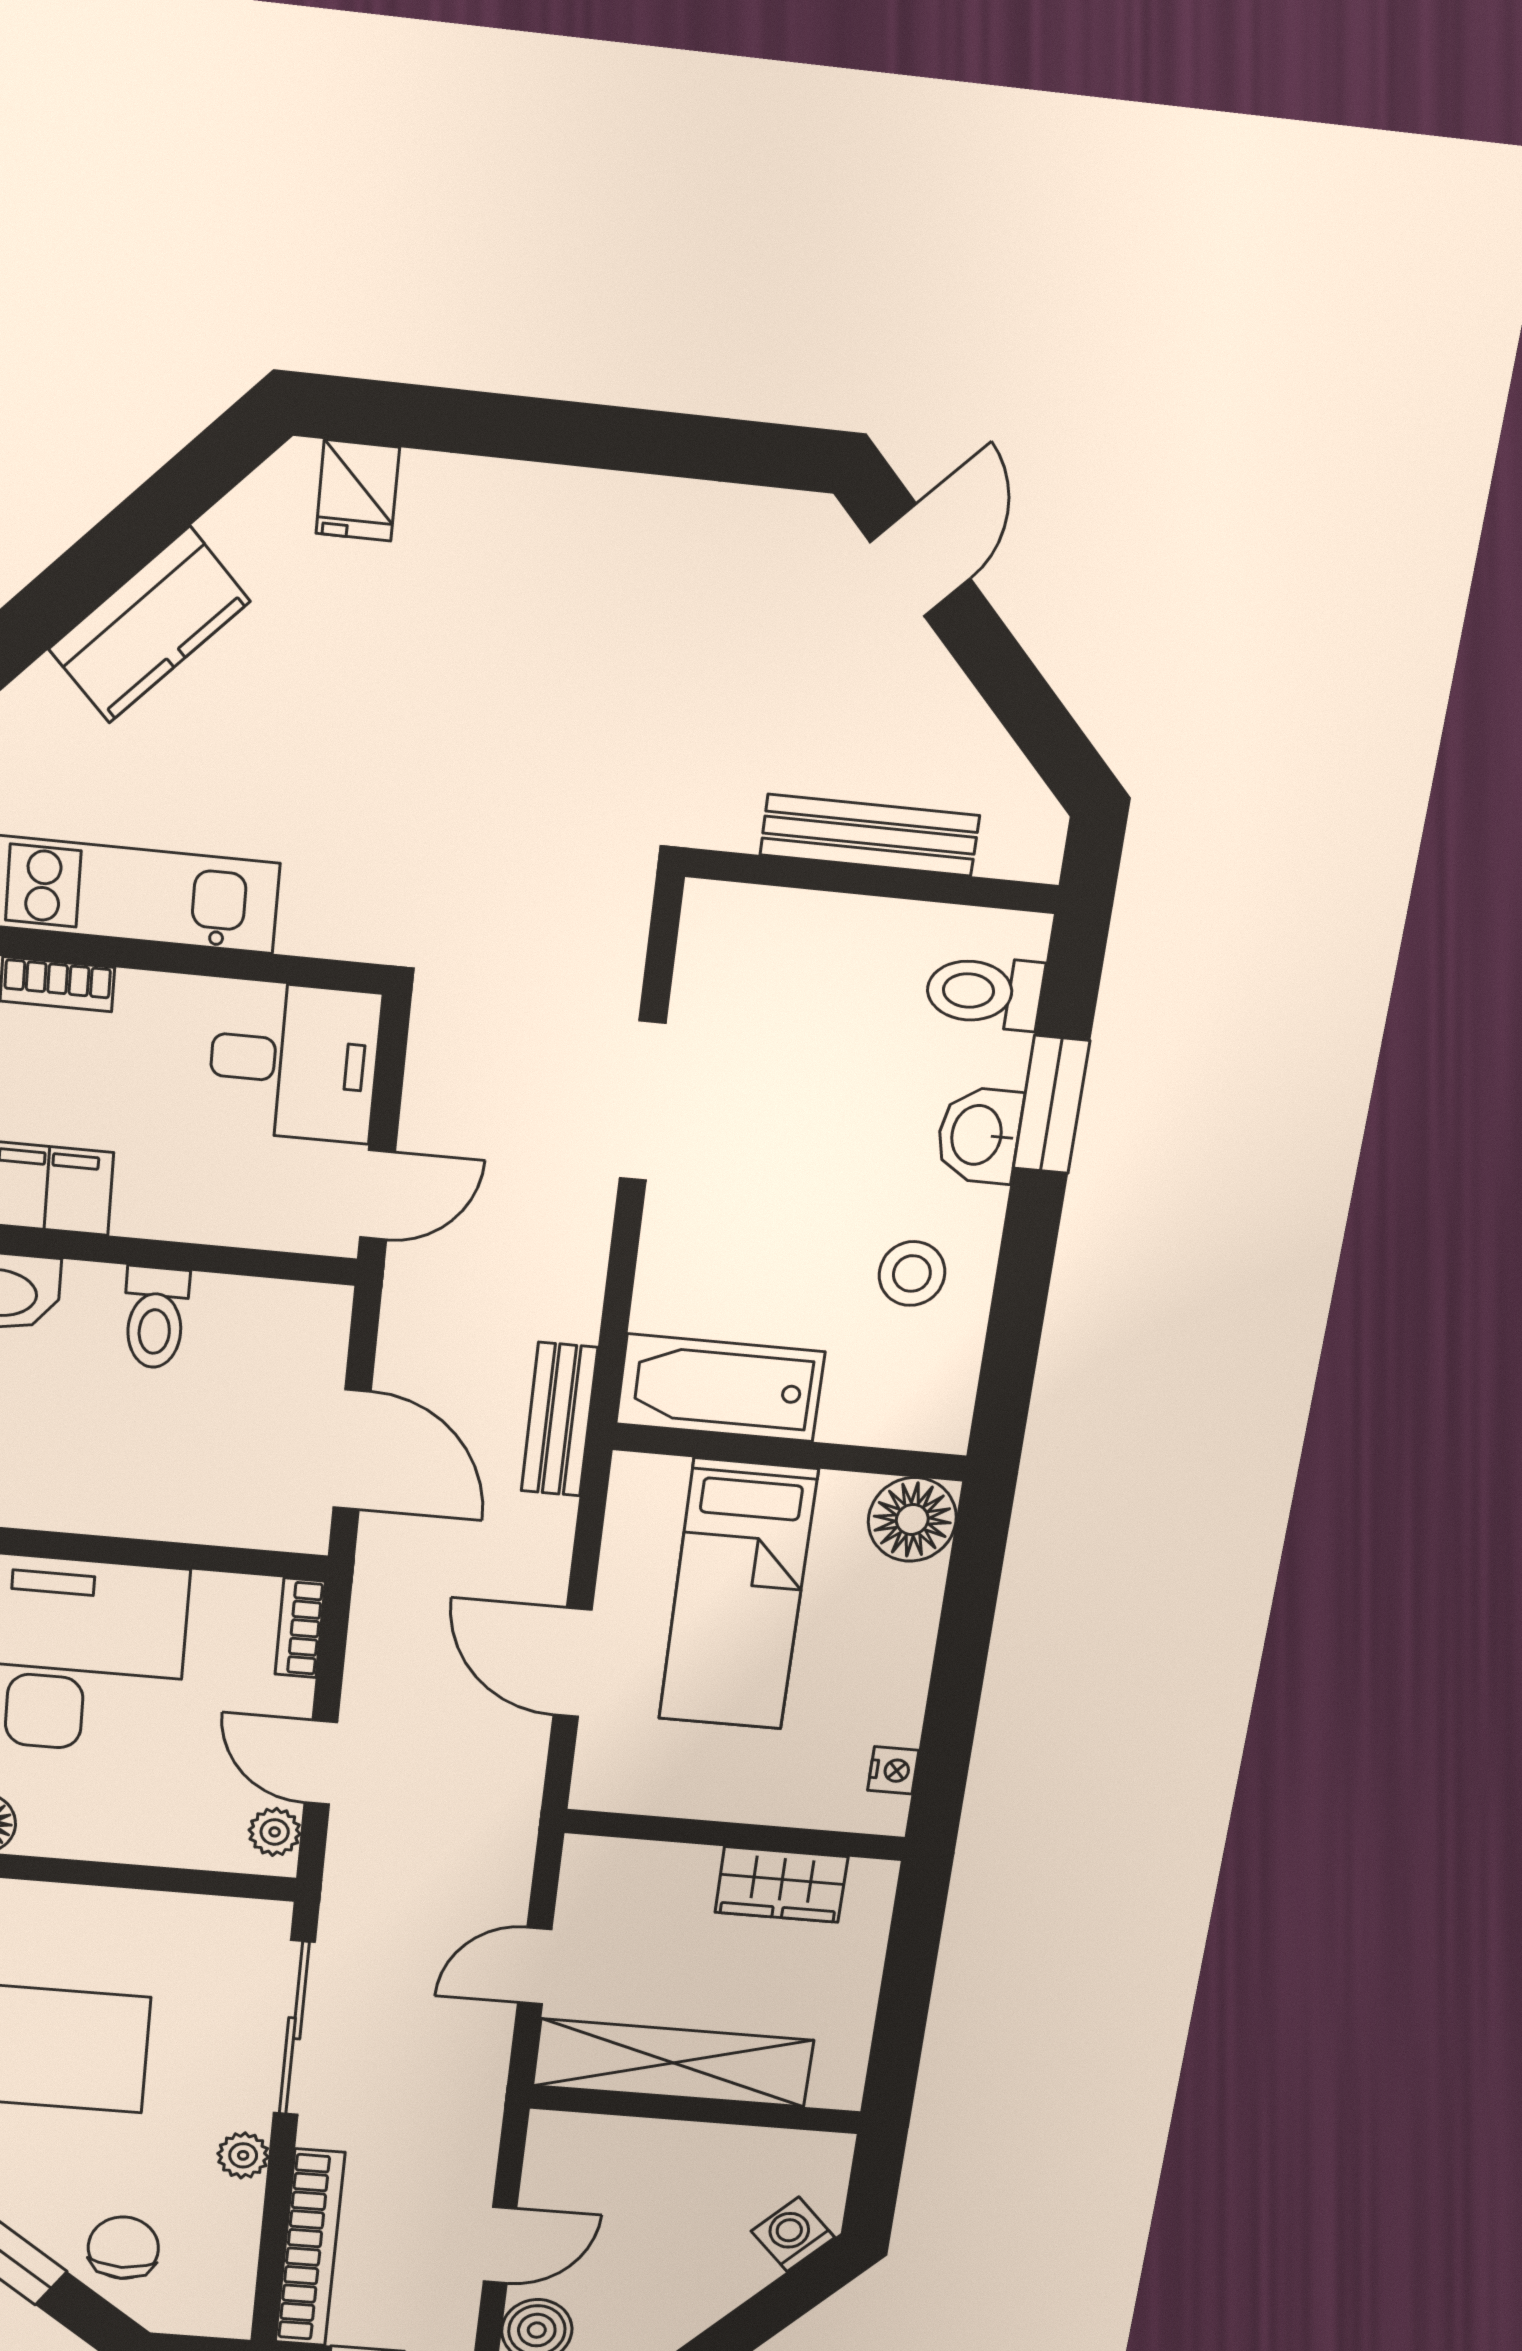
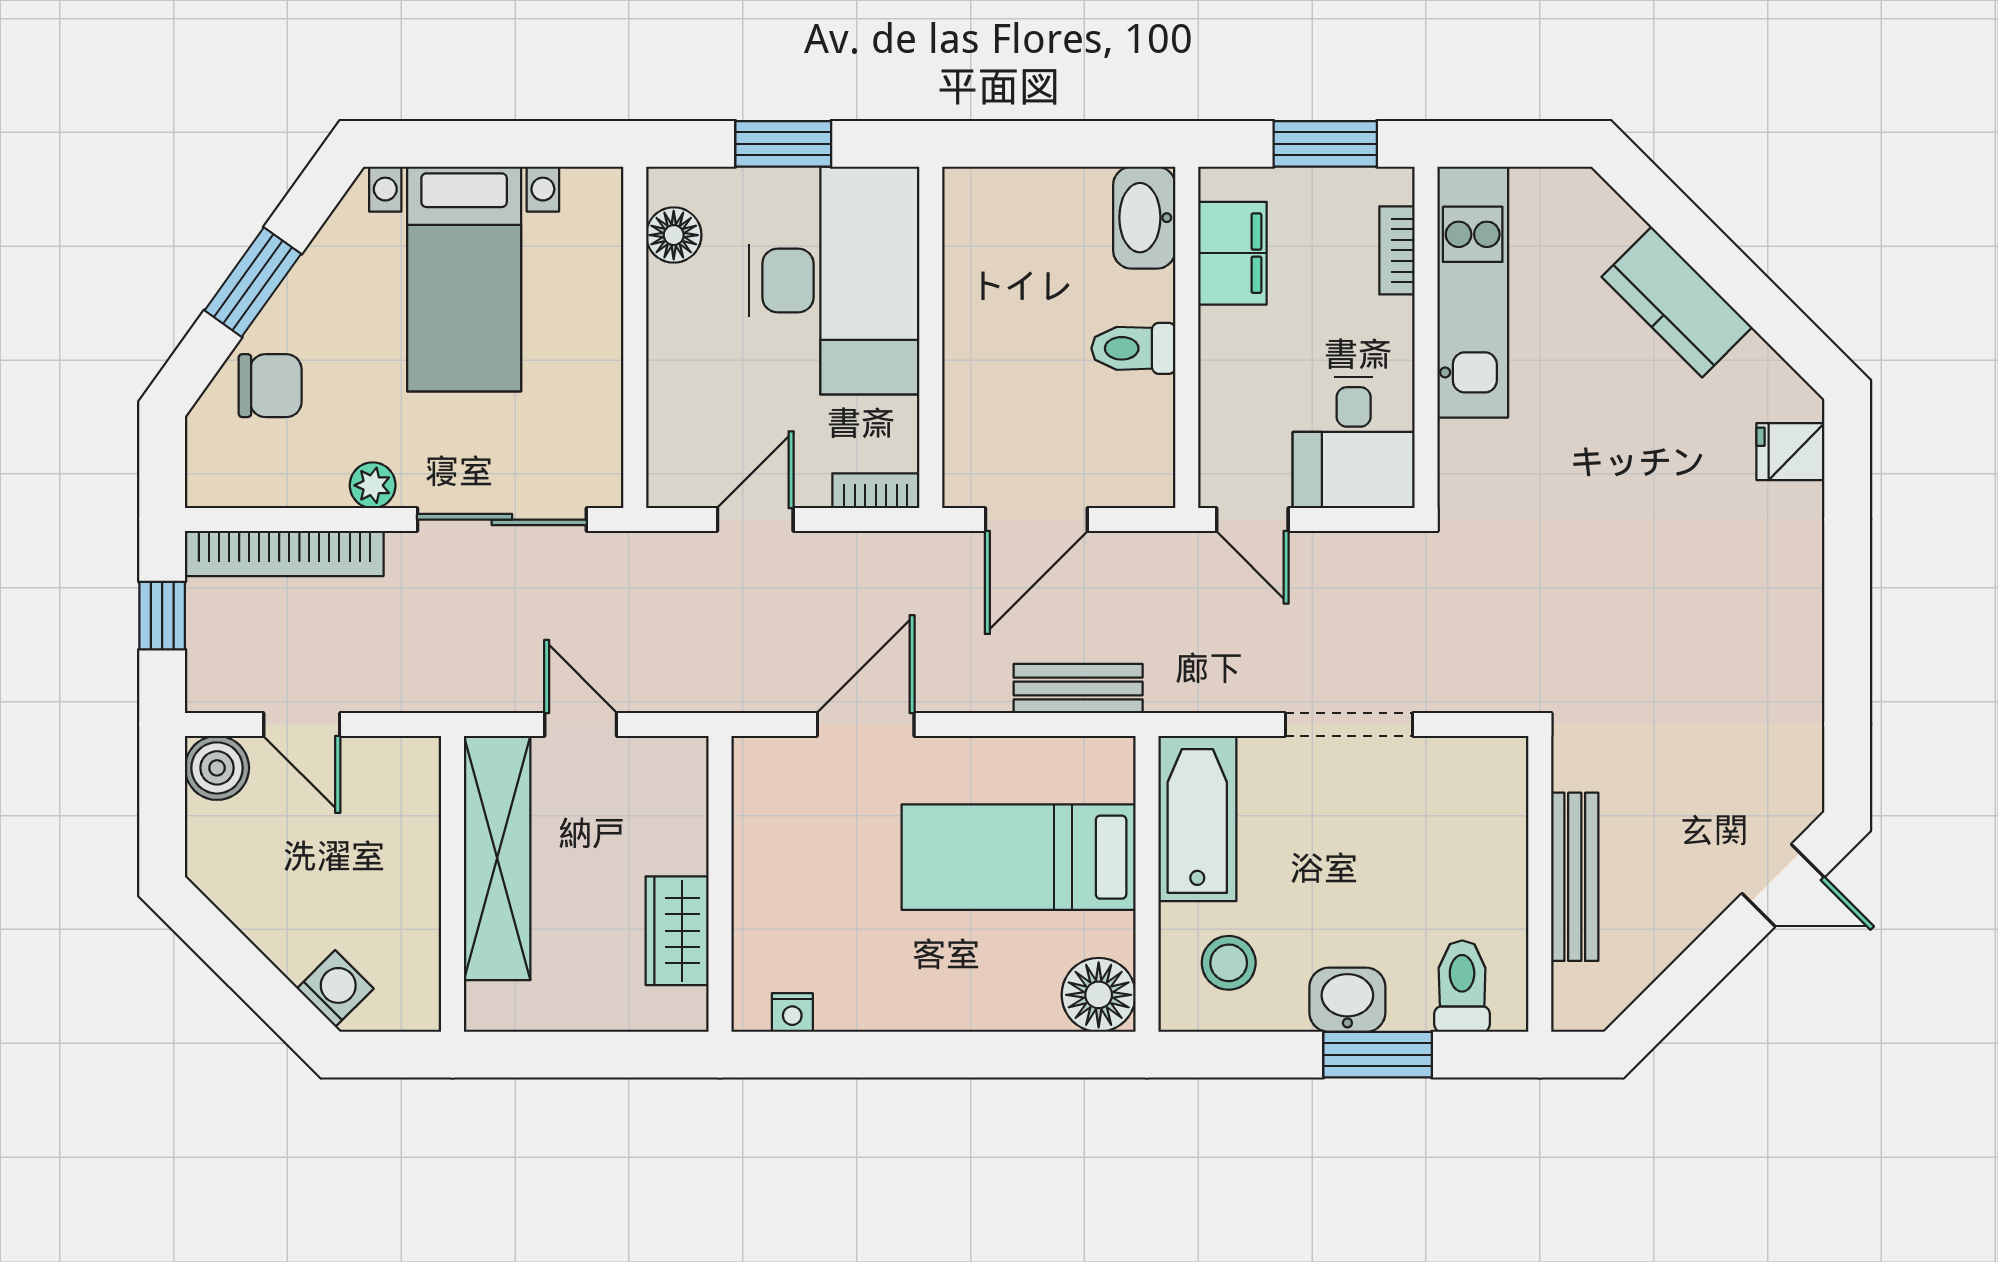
bathtub: (720, 1388) -> (1197, 818), moved
wall: (790, 1453) -> (1147, 884), moved
floor lamp: (912, 1520) -> (1099, 995), moved
bed: (738, 1595) -> (1019, 857), moved
plant: (275, 1832) -> (687, 486), removed

